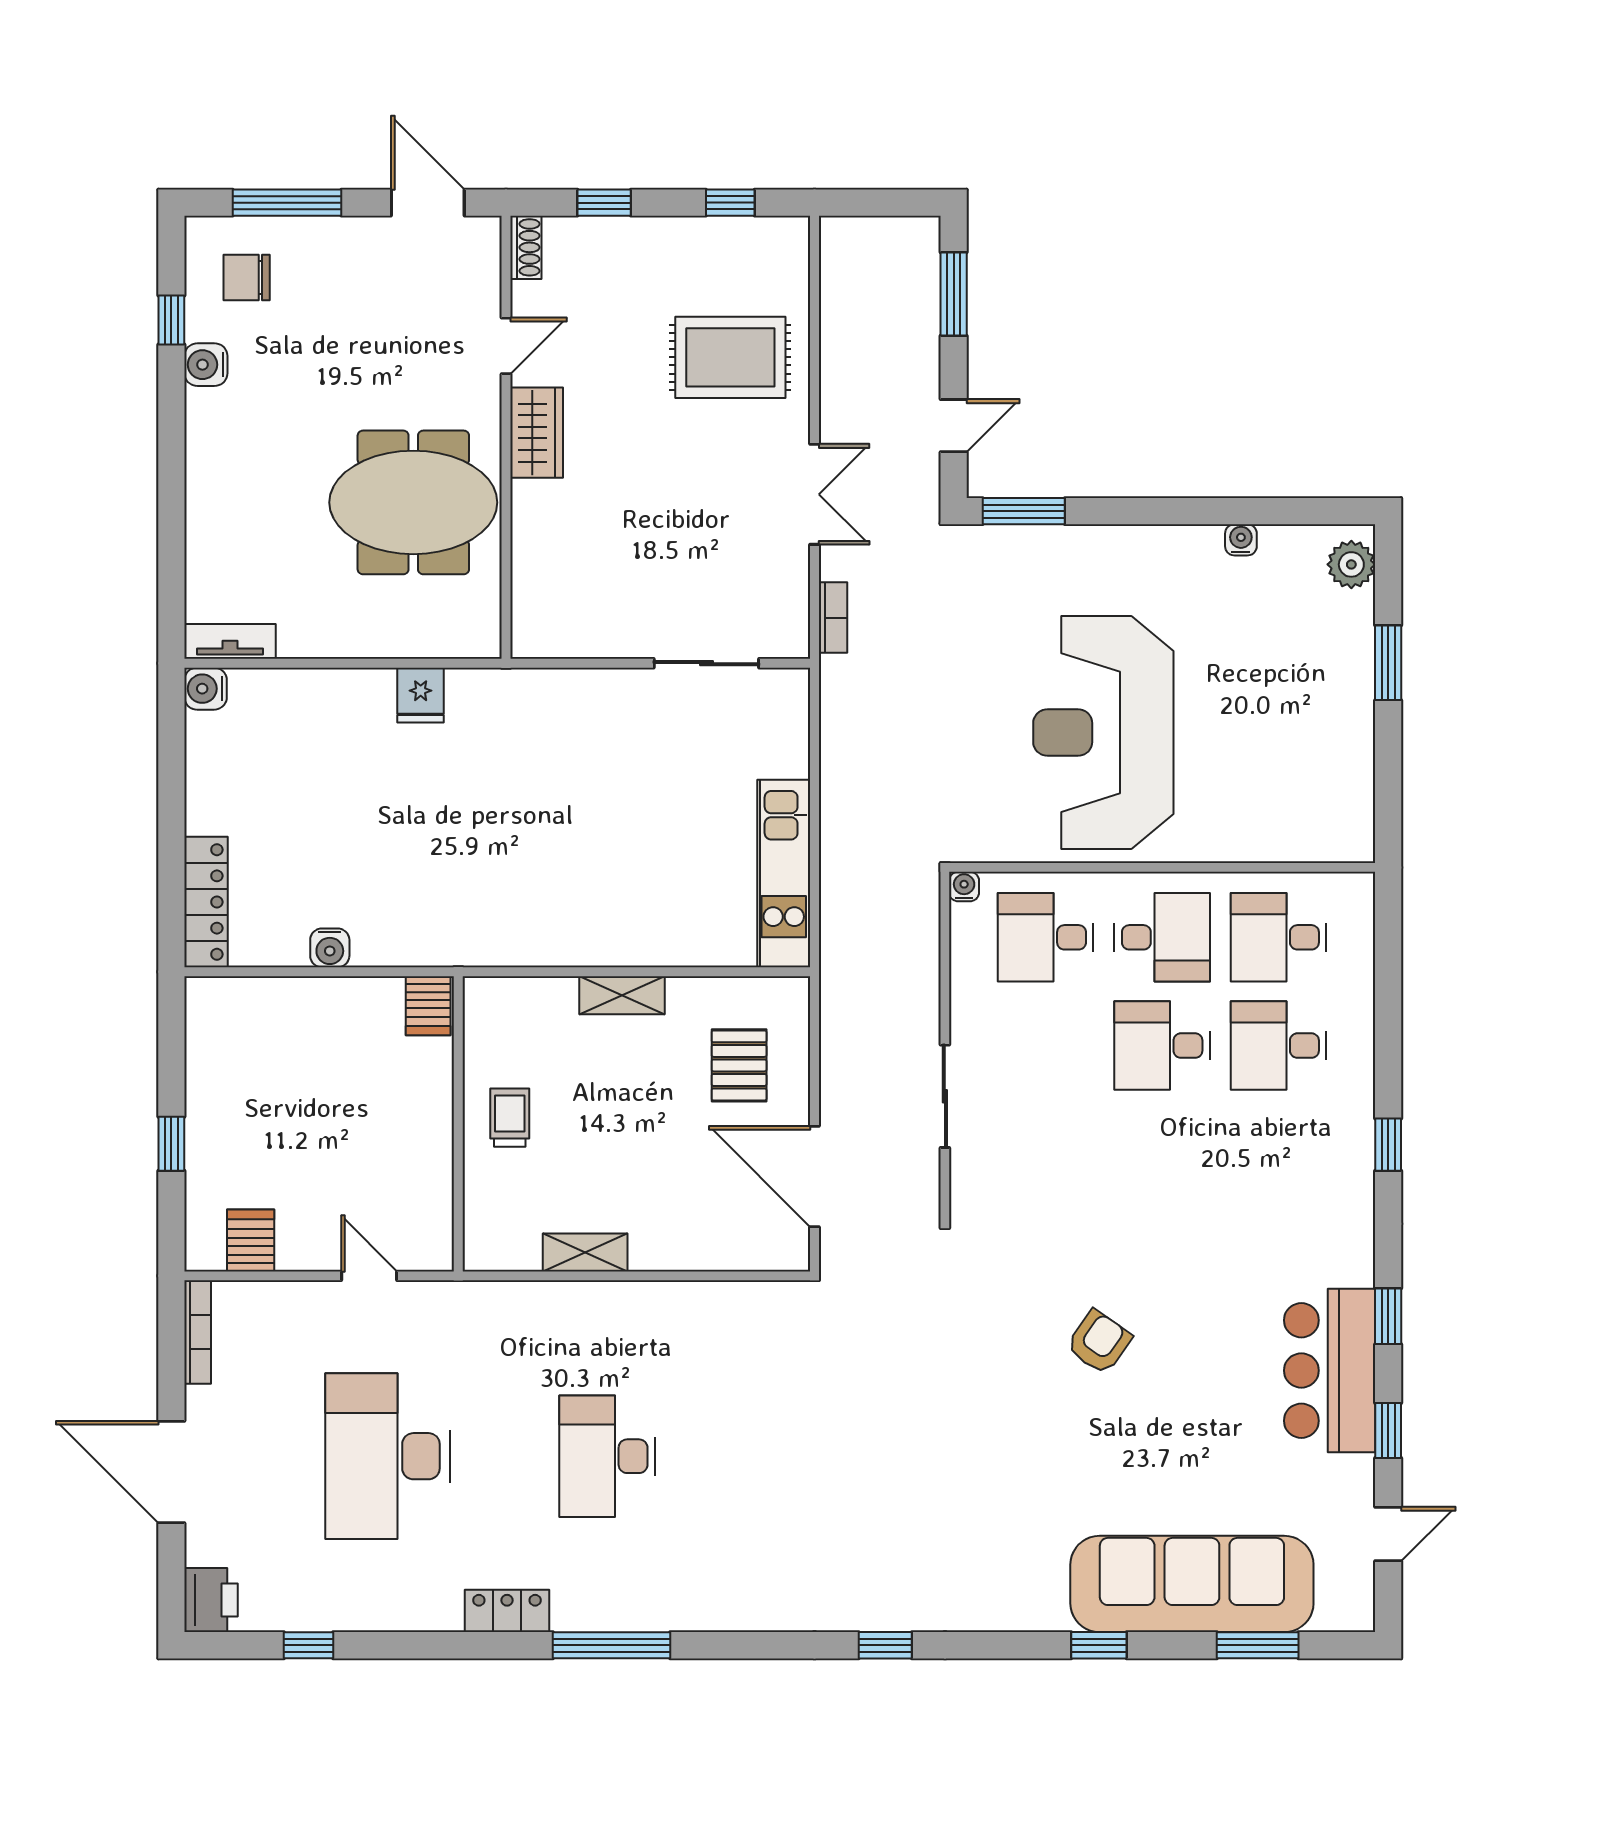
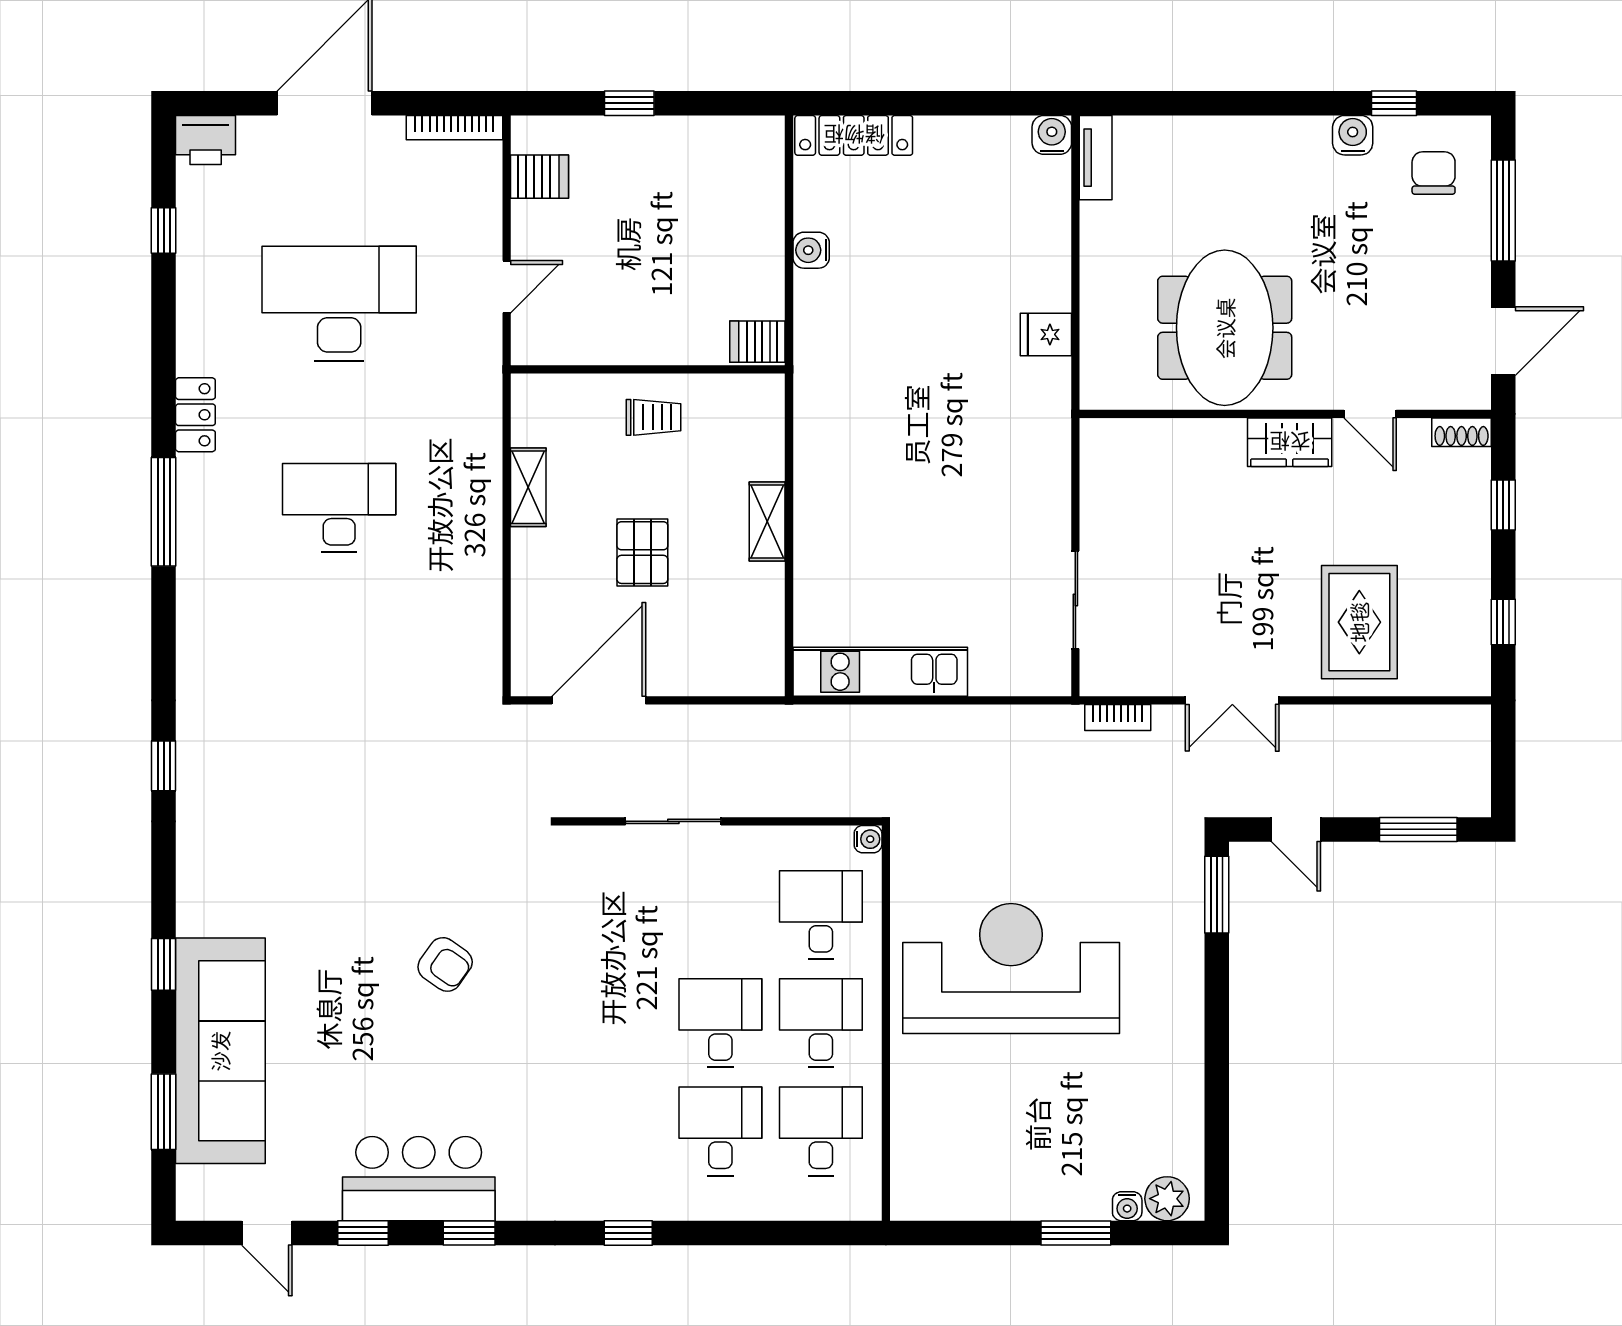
water cooler: (1241, 540) -> (1127, 1206), moved, turned 90
desk: (1162, 937) -> (821, 1023), turned 180
pallet: (739, 1065) -> (642, 553), moved, turned 90

